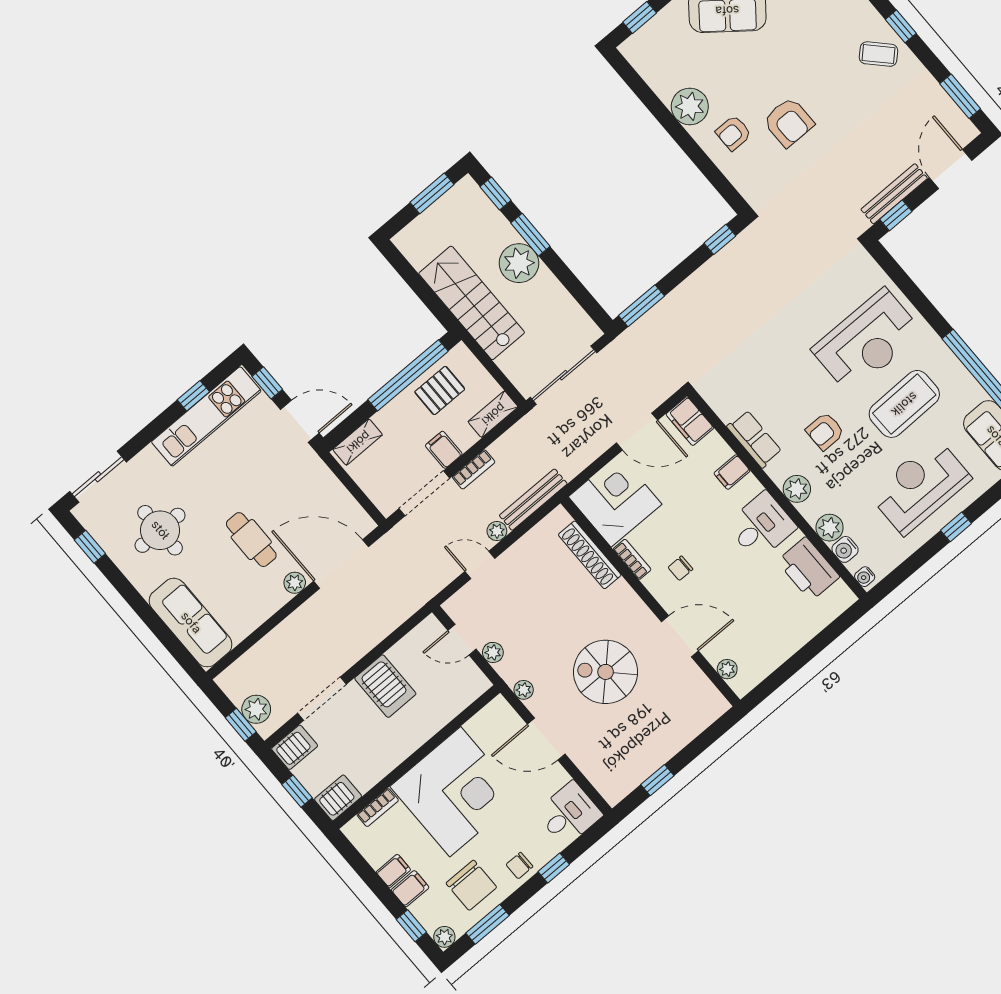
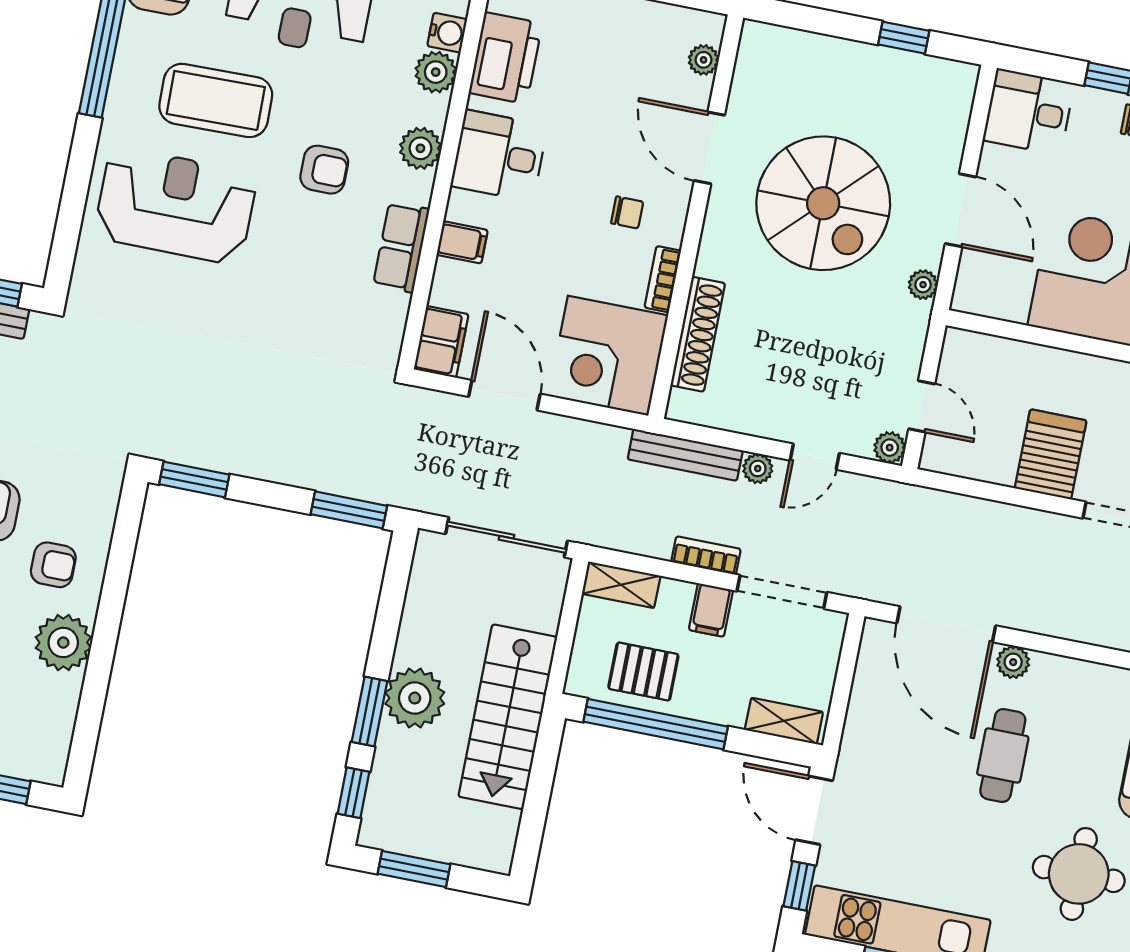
window: (720, 239) -> (194, 479), width x1.50
door: (480, 565) -> (815, 457), hinge flipped
plant: (493, 652) -> (890, 448), moved
spiral stairs: (606, 672) -> (823, 203), width x1.37, depth x1.37

